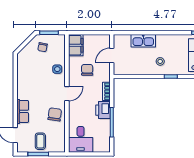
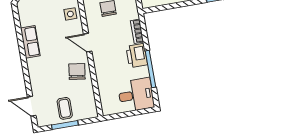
door: (67, 94) -> (88, 43), swing flipped
row of seats: (23, 111) -> (30, 42), moved
desk: (81, 139) -> (136, 95), moved, turned -90

